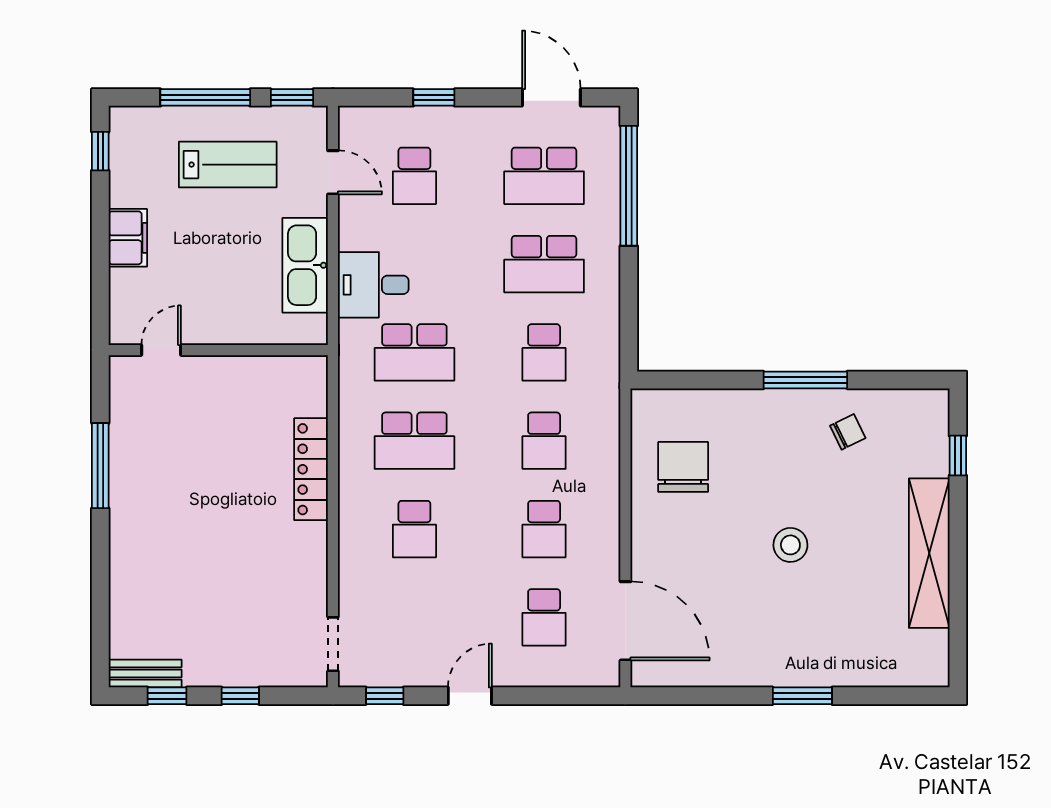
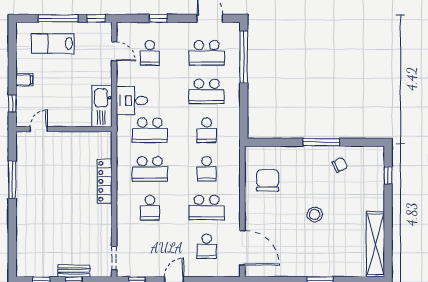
window: (100, 151) -> (12, 103), moved
lab bench: (228, 165) -> (53, 44), moved, turned 180
filing cabinet: (128, 238) -> (24, 80), width x0.50
kitchen sink: (305, 265) -> (102, 106), moved
school desk: (544, 529) -> (207, 208), width x1.85
shelving: (929, 553) -> (375, 244), moved
bench: (145, 673) -> (74, 271), moved

